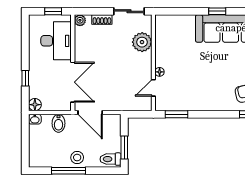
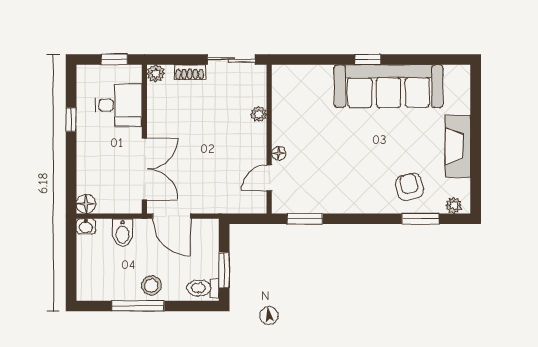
desk: (56, 41) -> (119, 105), width x0.73
plant: (142, 42) -> (259, 114), width x0.53, depth x0.53
window: (25, 78) -> (71, 120), moved

